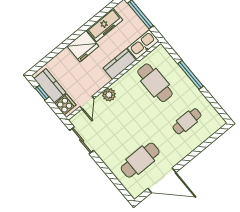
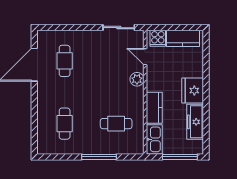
cafe table: (155, 83) -> (116, 124), width x0.73, depth x0.74
window: (42, 93) -> (182, 28), removed
cafe table: (140, 160) -> (65, 61), width x0.73, depth x0.74

